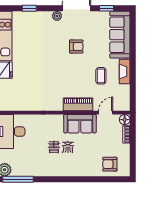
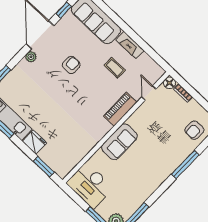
sofa: (80, 124) -> (119, 142), moved
window: (83, 179) -> (185, 164), added

